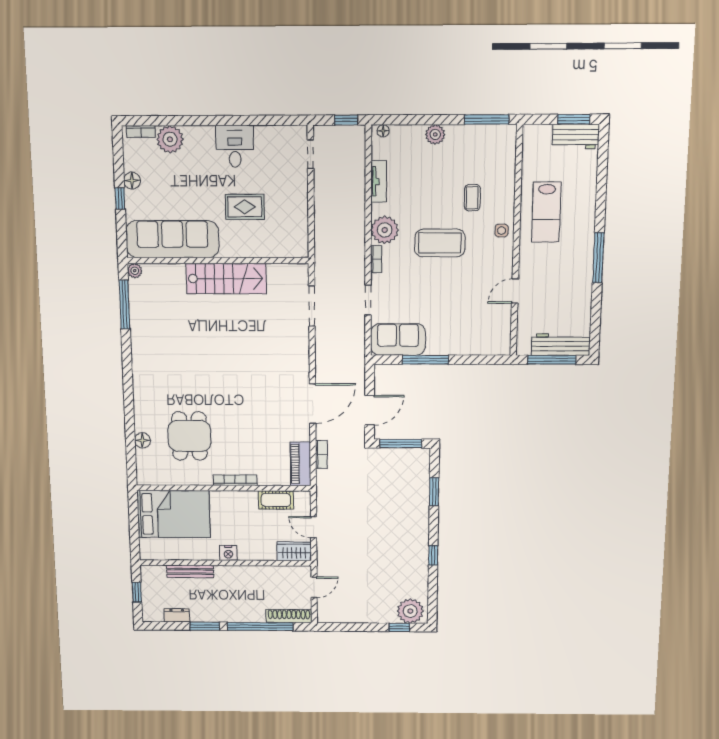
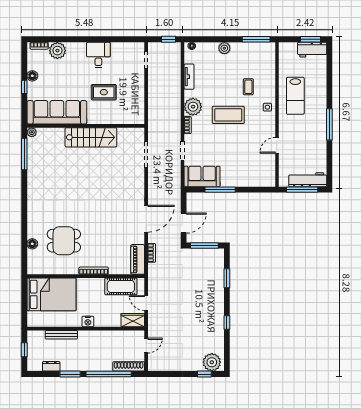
dining table: (189, 436) -> (64, 241), turned 90
cot: (276, 500) -> (121, 286), width x1.37, depth x1.34

